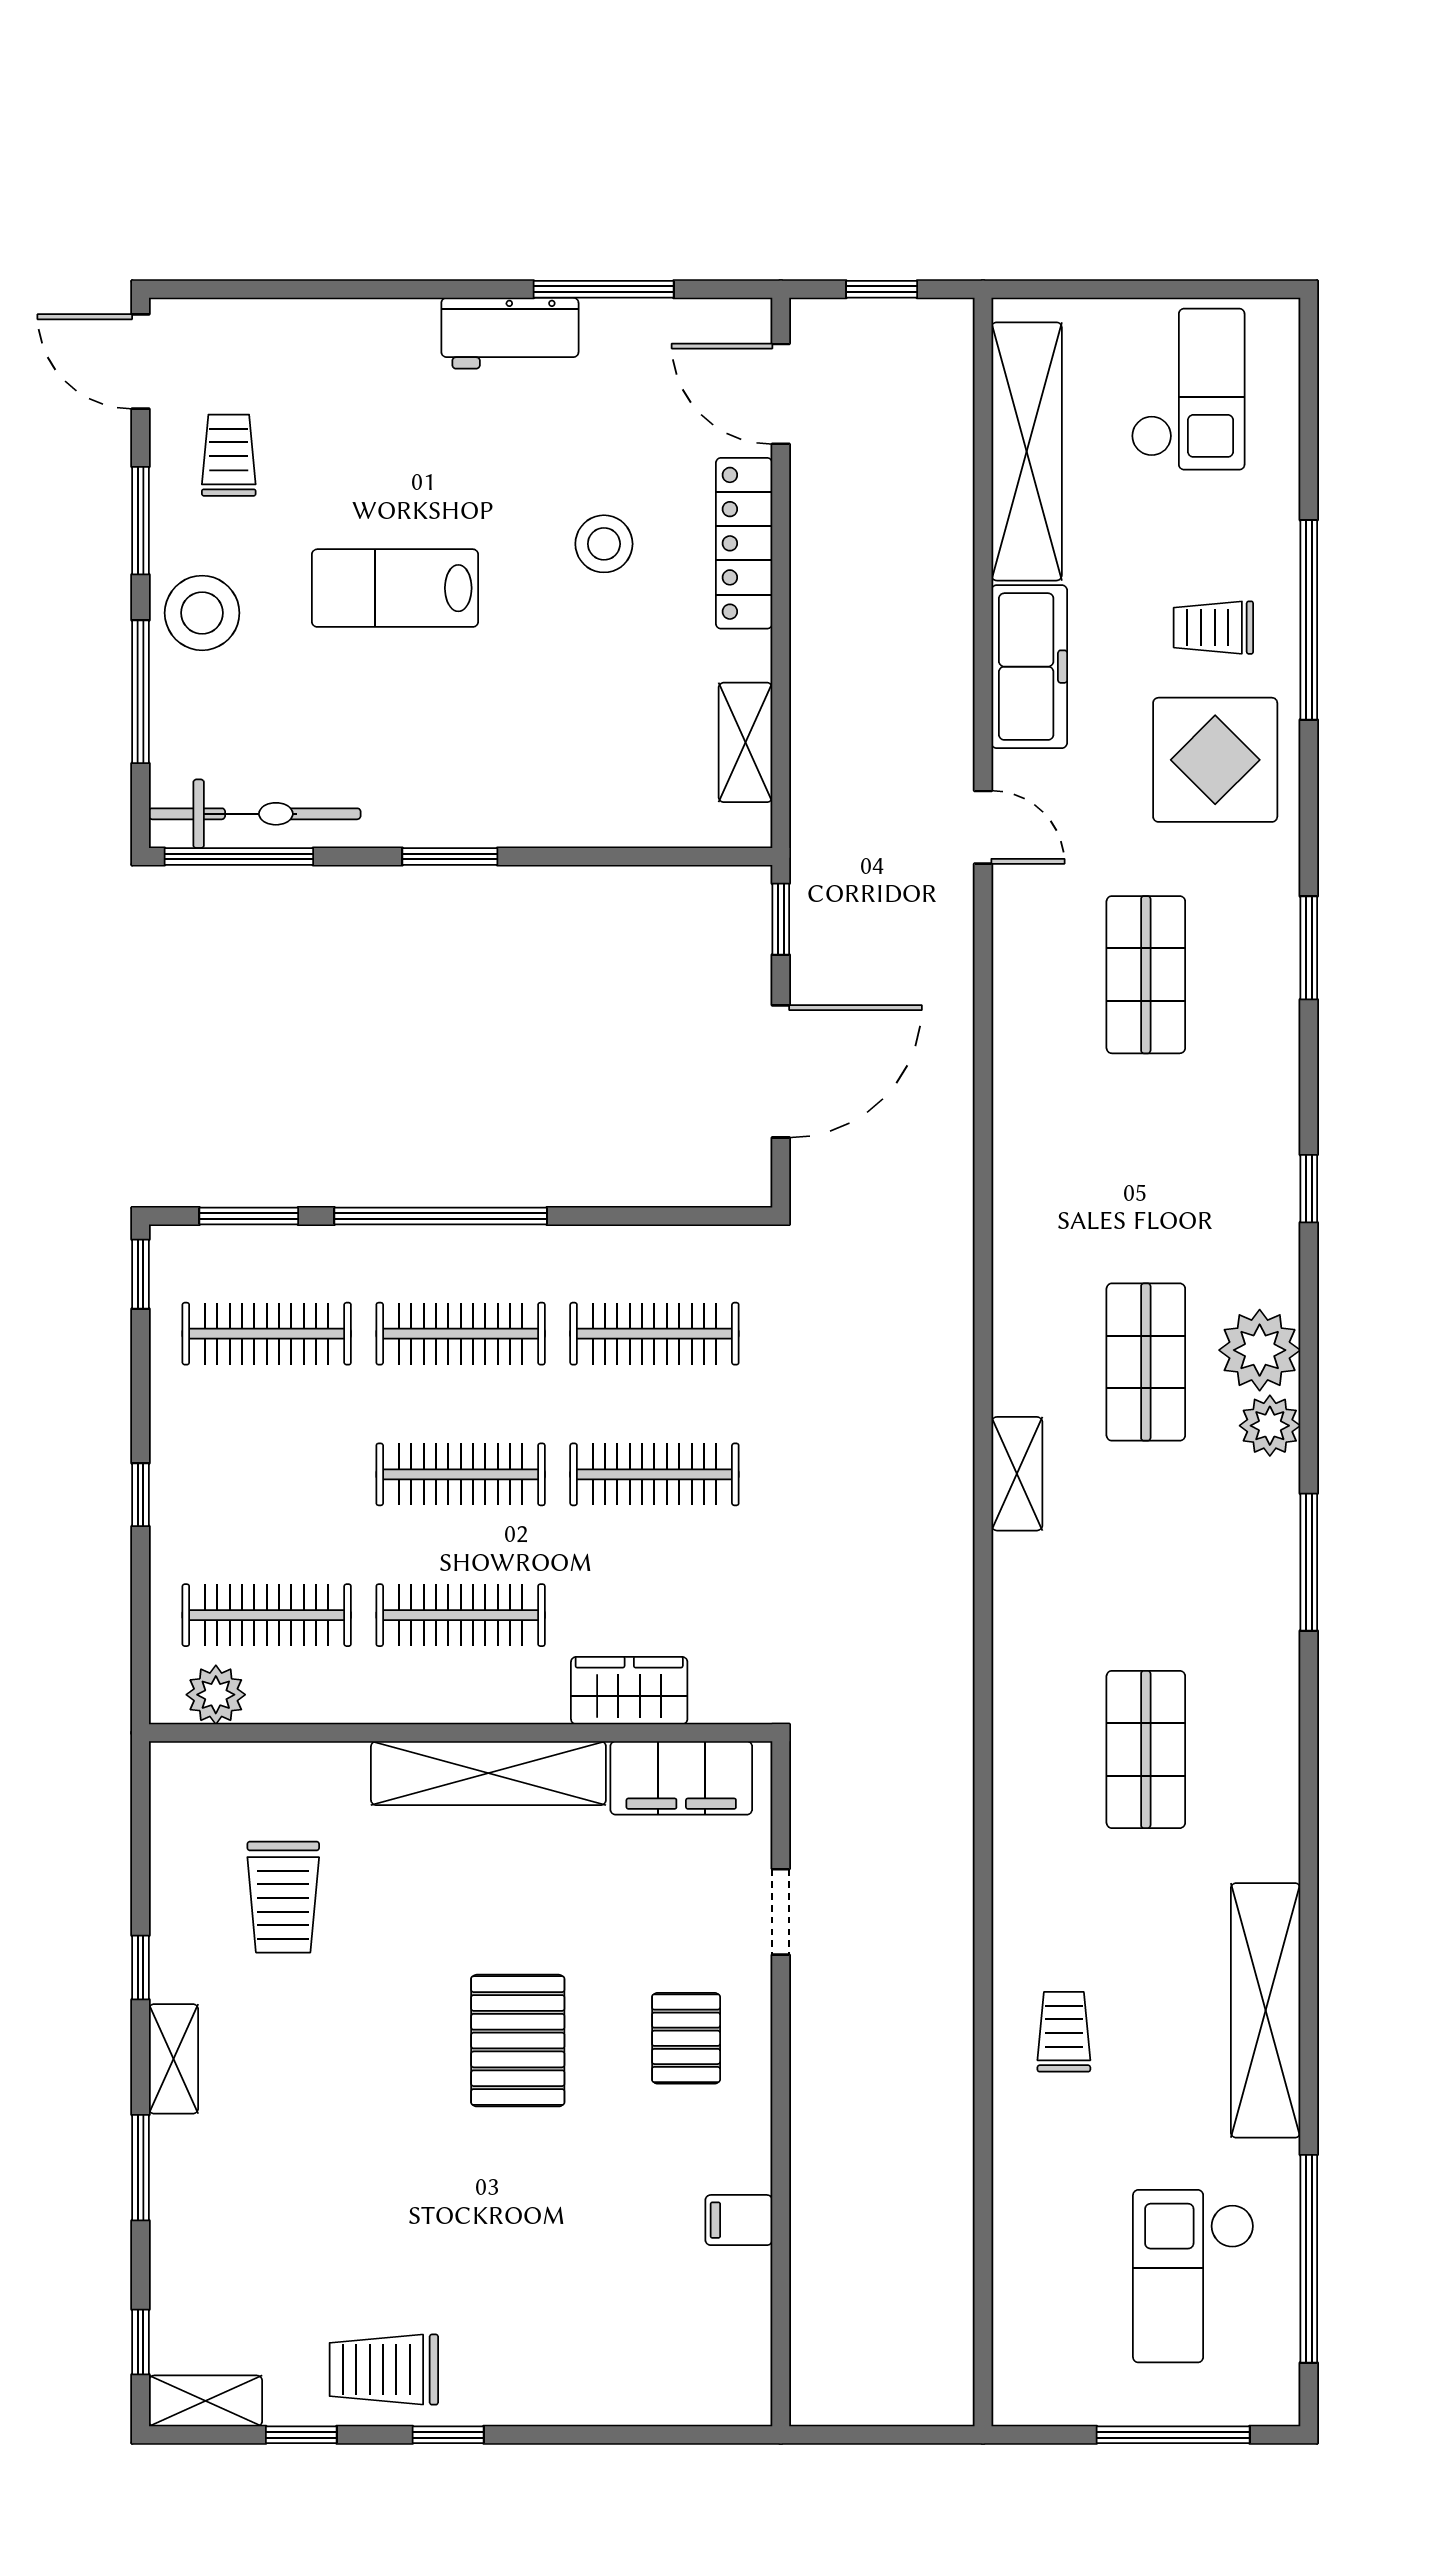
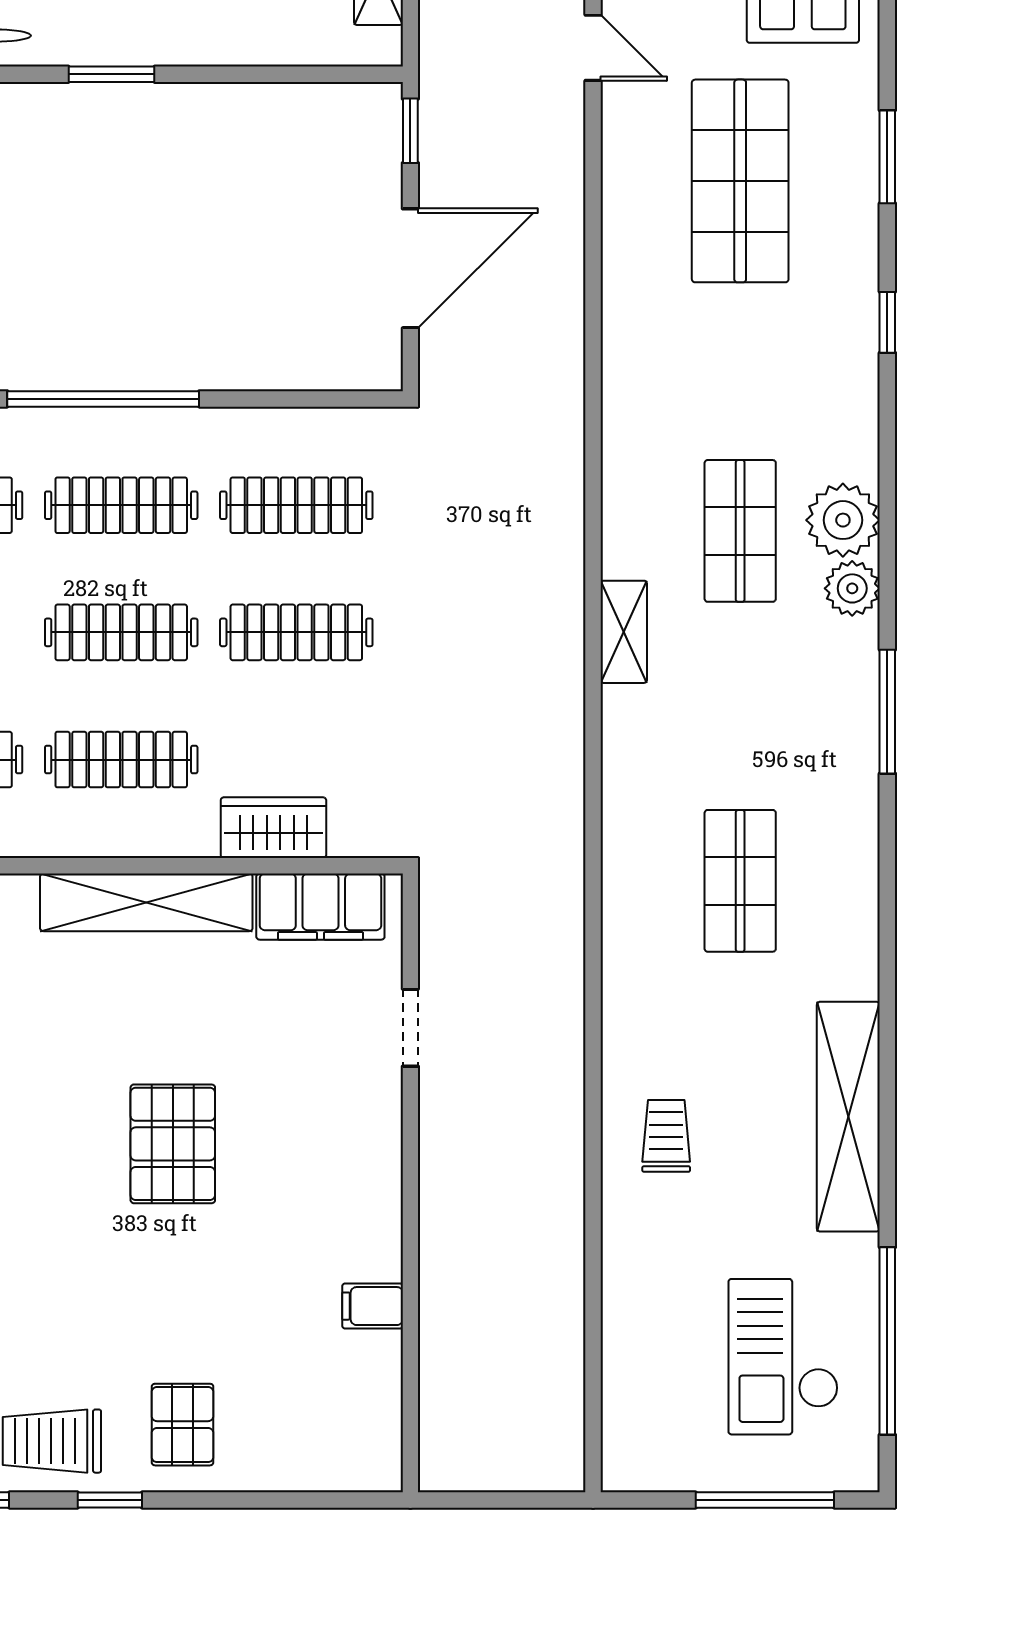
shop shelf: (1146, 975) -> (740, 181), width x1.43, depth x1.36
window: (1309, 1189) -> (887, 322), moved
pallet: (686, 2038) -> (183, 1425), moved

